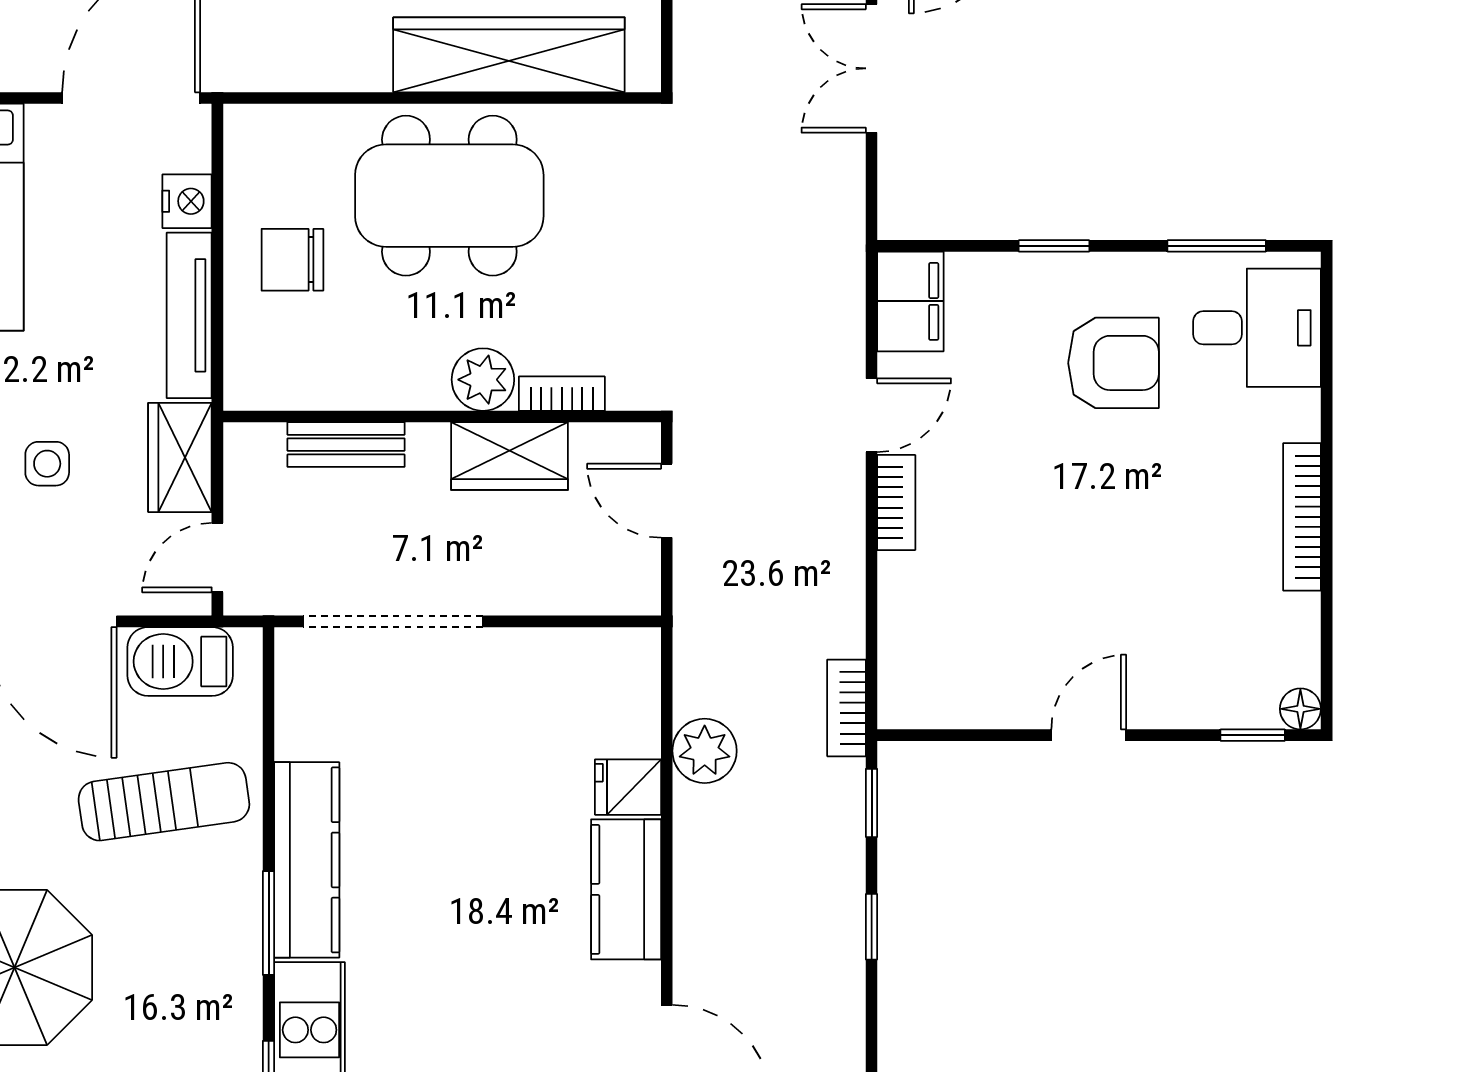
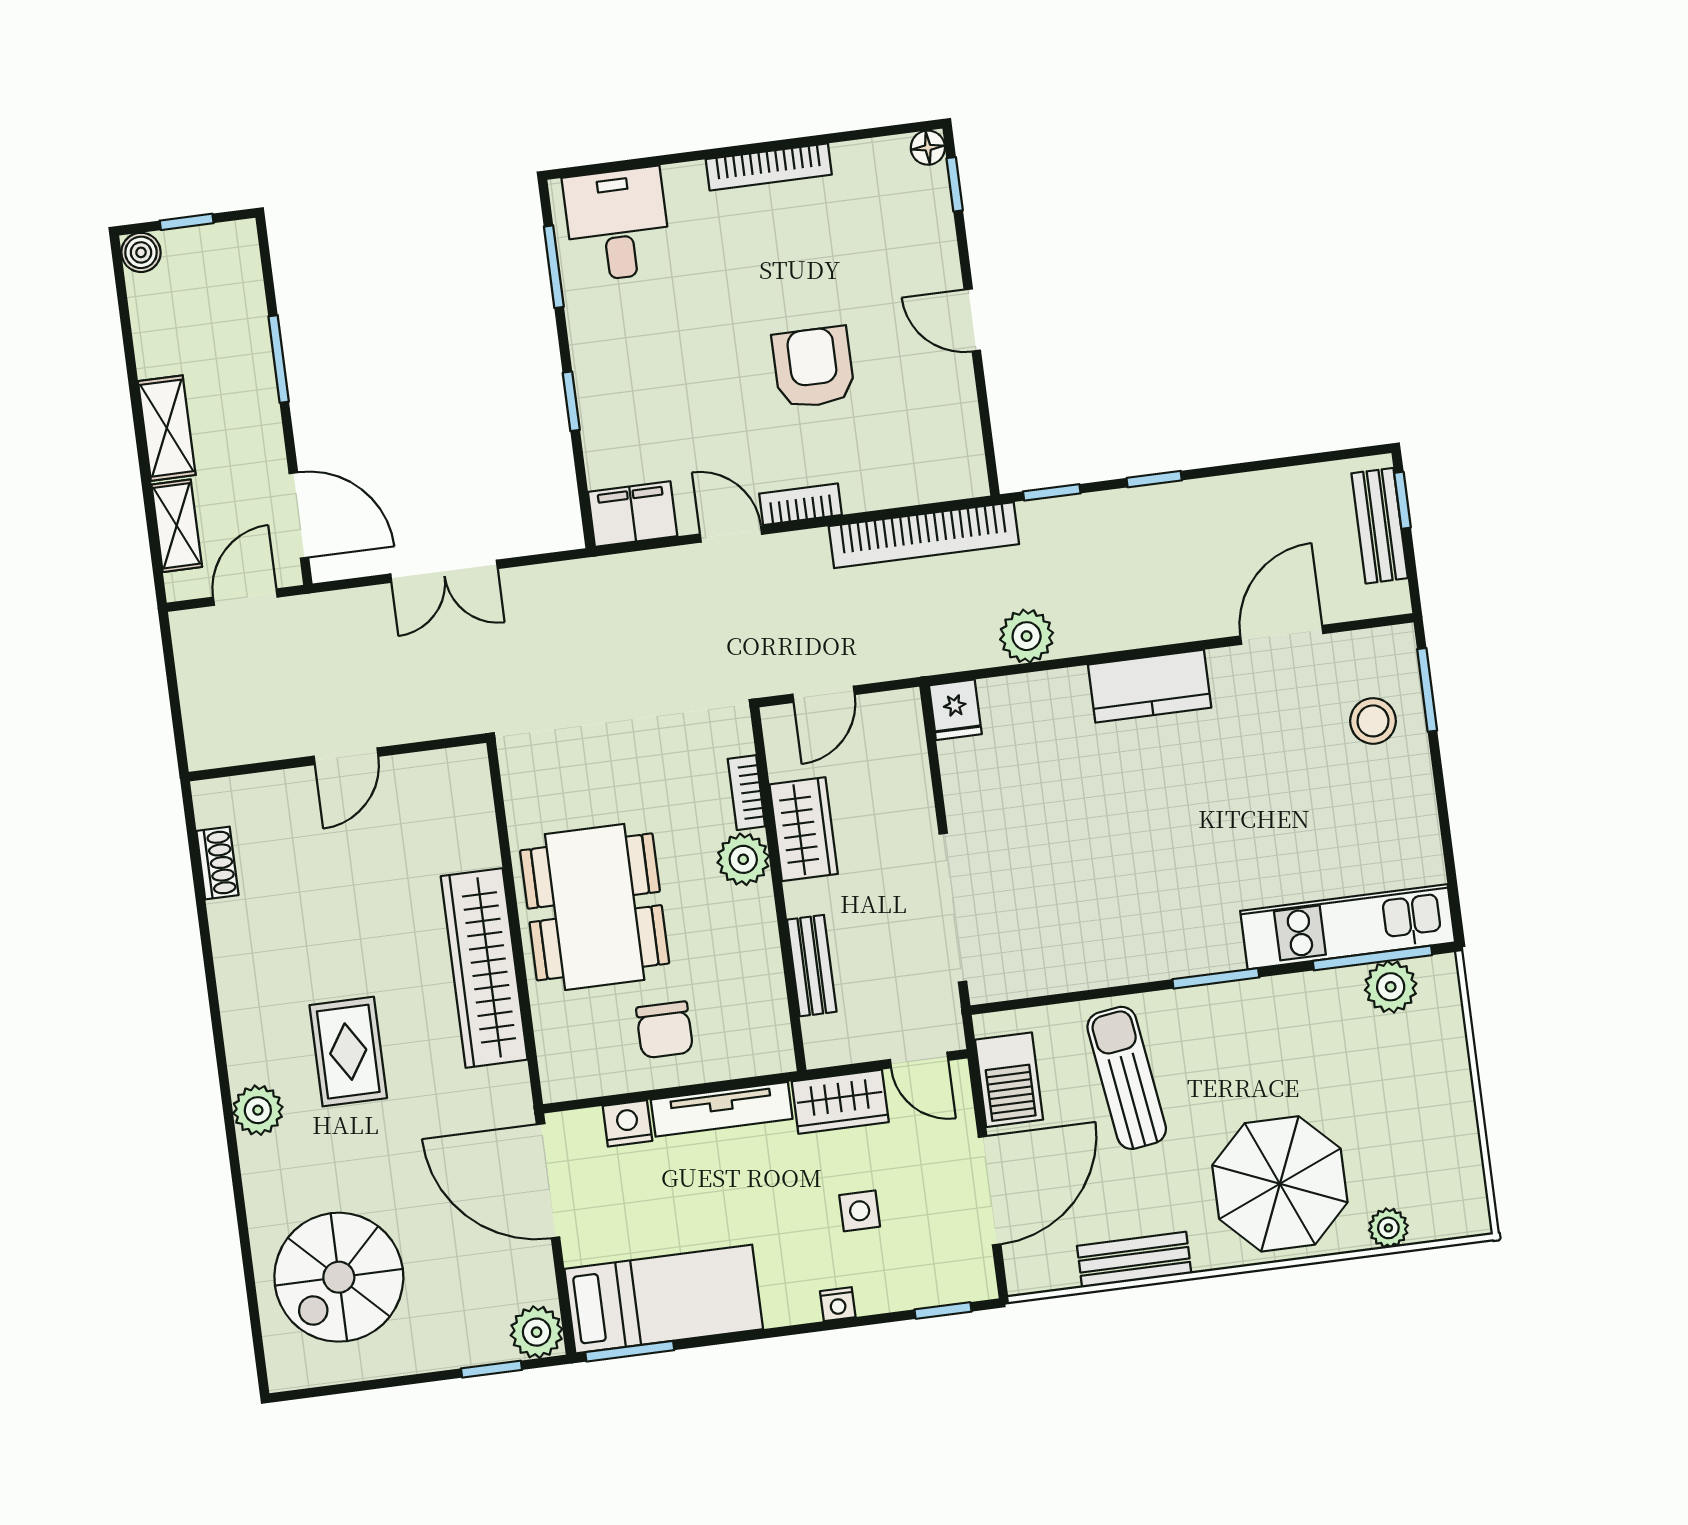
wardrobe: (509, 55) -> (484, 968), moved
armchair: (1114, 363) -> (813, 367), moved
bookcase: (846, 708) -> (924, 535), width x2.31, depth x1.31
fridge: (628, 787) -> (955, 710), moved
kitchen counter: (307, 860) -> (1160, 953), removed

